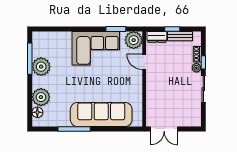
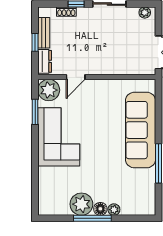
window: (30, 59) -> (92, 218), moved
plant: (196, 68) -> (145, 13), moved
plant: (41, 97) -> (114, 210), width x0.53, depth x0.53
floor lamp: (37, 112) -> (100, 209), moved

